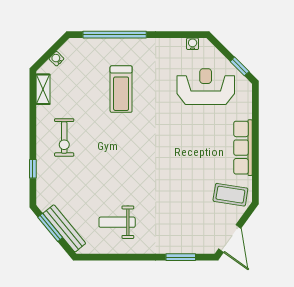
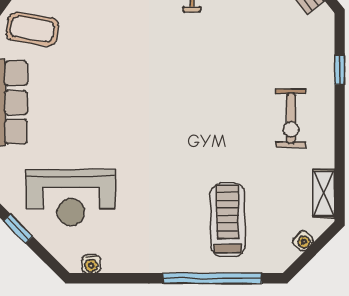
treadmill: (121, 89) -> (228, 220), moved
exercise bike: (64, 137) -> (291, 118), turned 180

